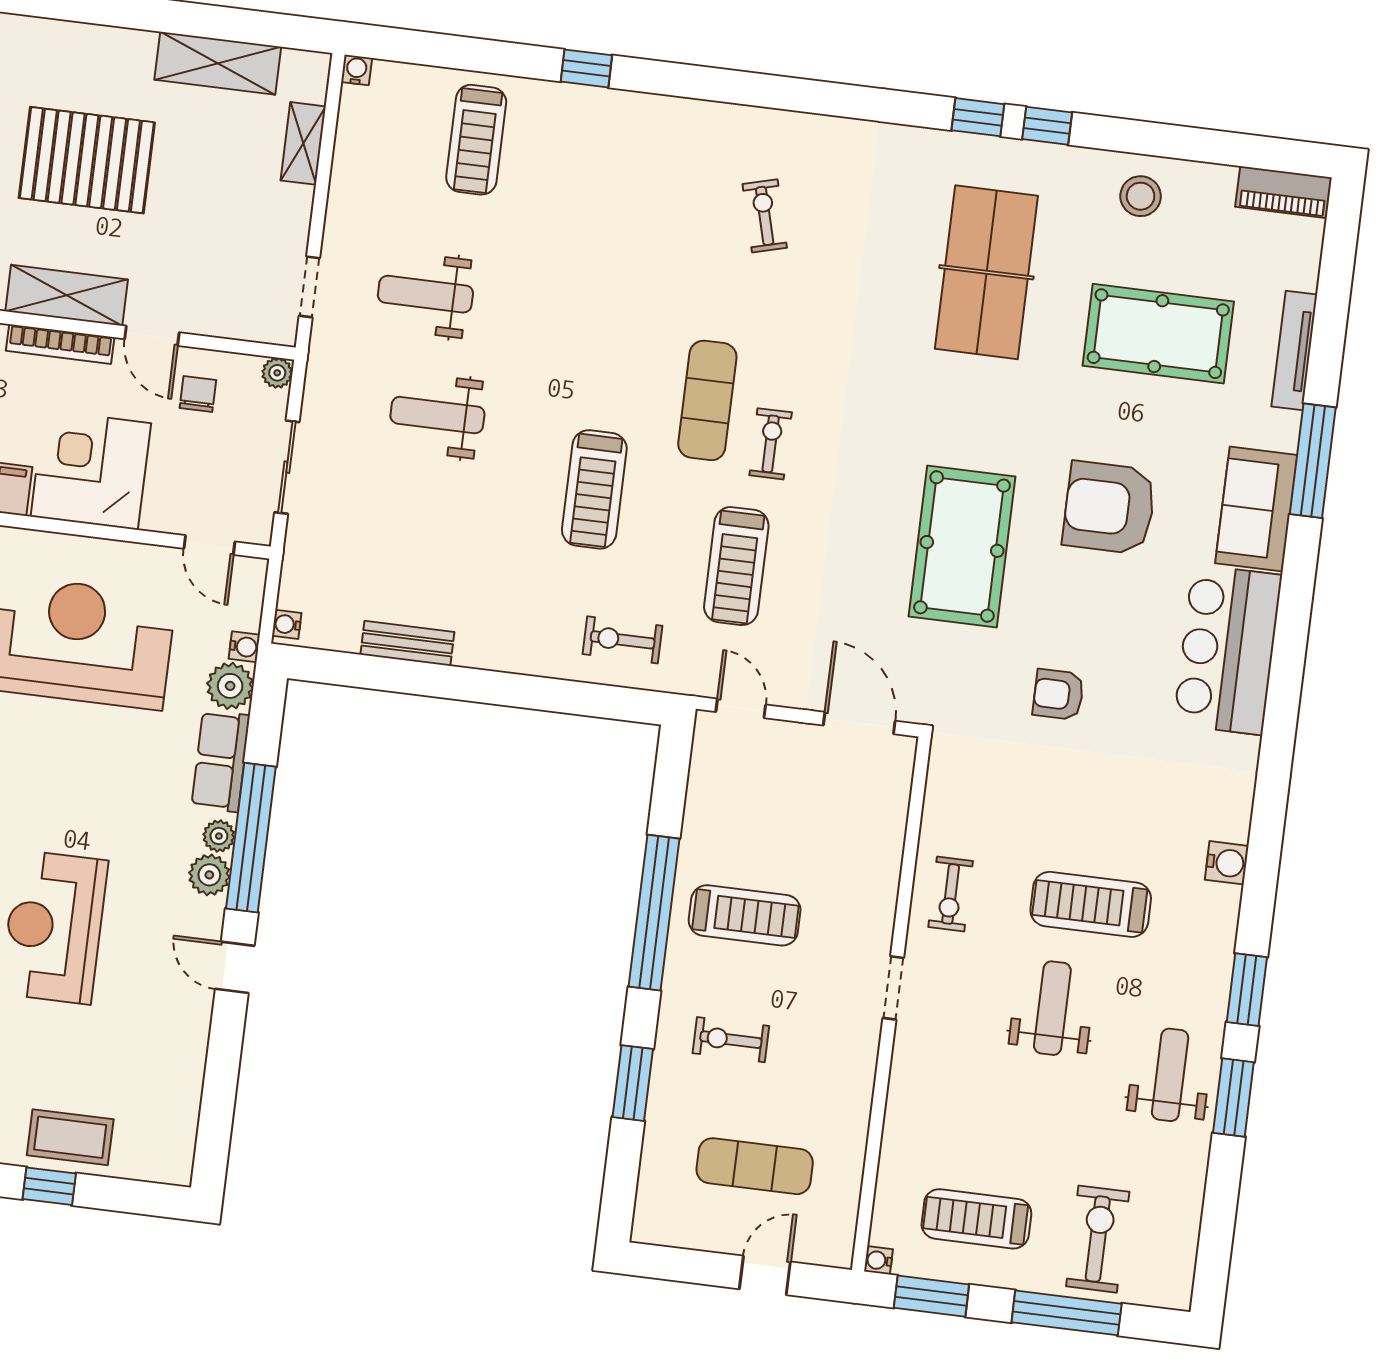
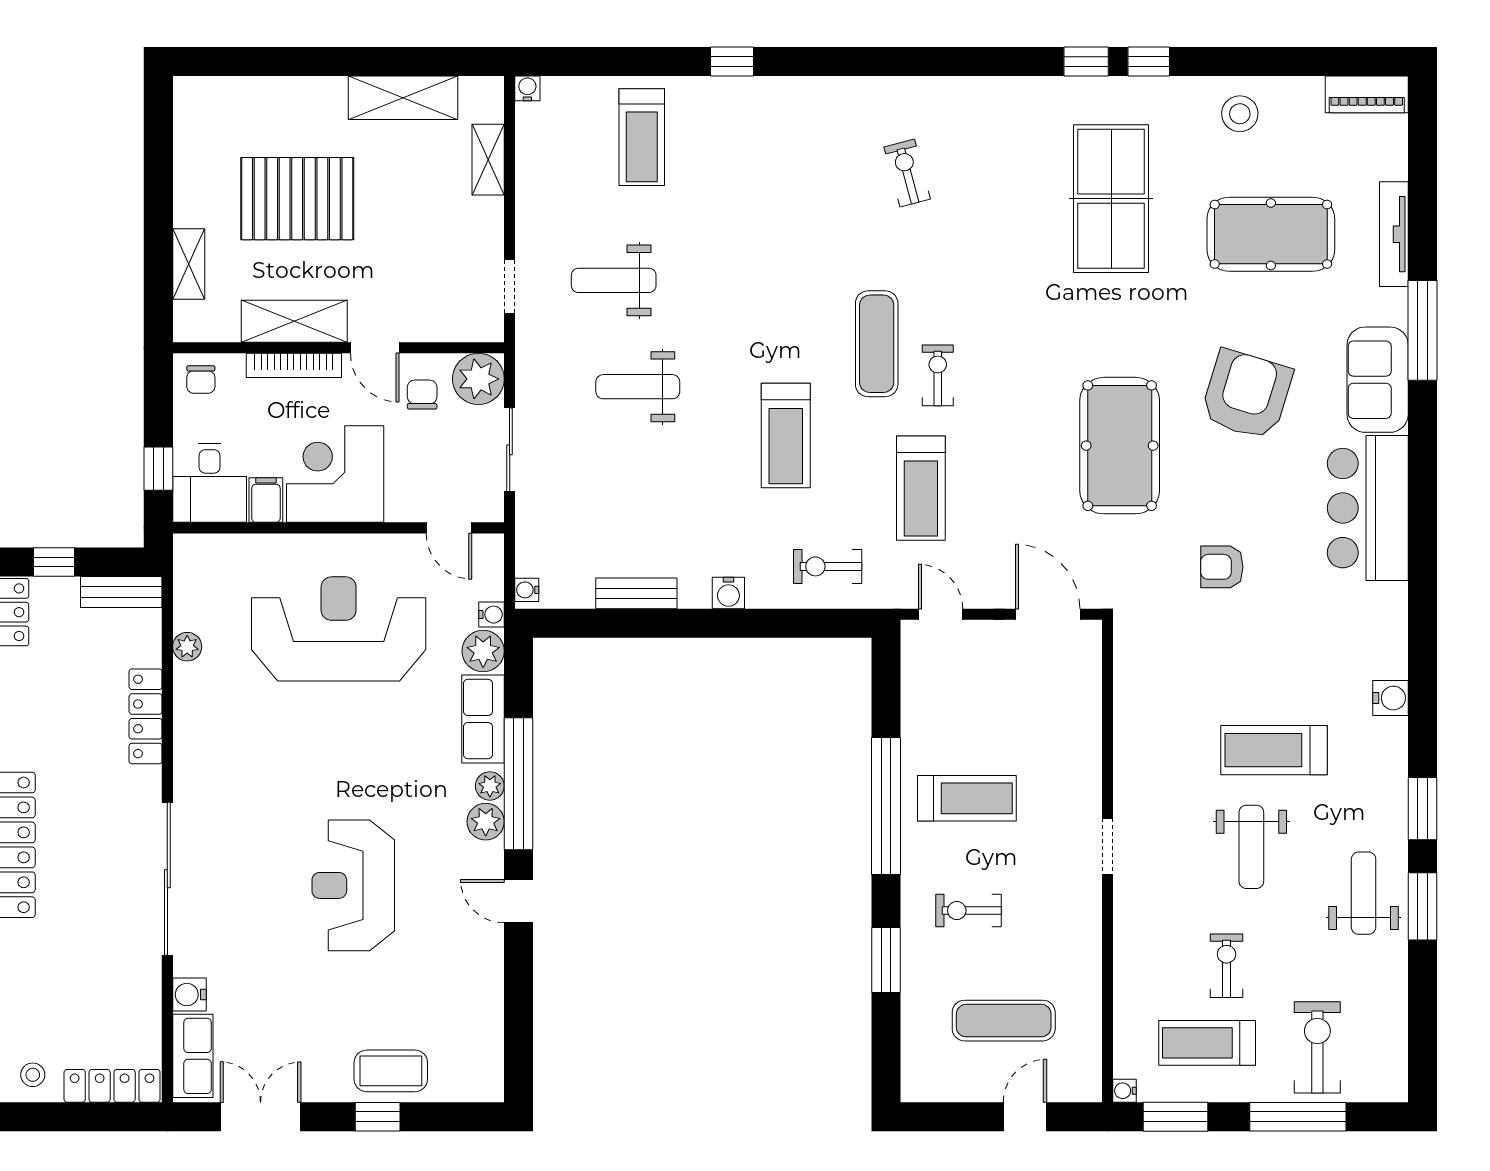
plant: (277, 373) -> (478, 379), width x1.88, depth x1.88
armchair: (1109, 508) -> (1246, 395), turned 107
water cooler: (509, 656) -> (728, 593), added
exercise bike: (951, 894) -> (1226, 966), moved, turned 180
weight bench: (1052, 1008) -> (1251, 847), turned 180

